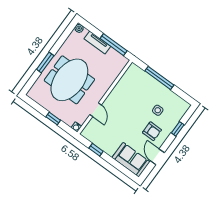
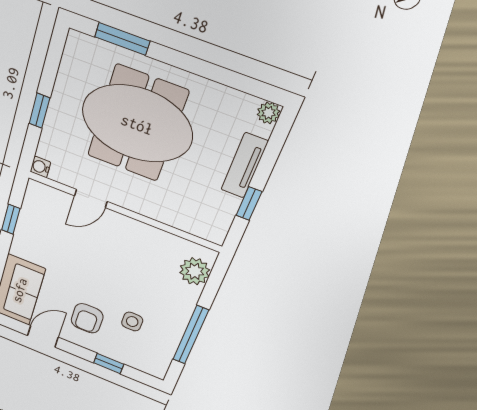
window: (114, 45) -> (249, 204), width x0.46
window: (45, 62) -> (122, 39), moved
plant: (139, 75) -> (195, 271), added
window: (159, 78) -> (191, 335), moved

